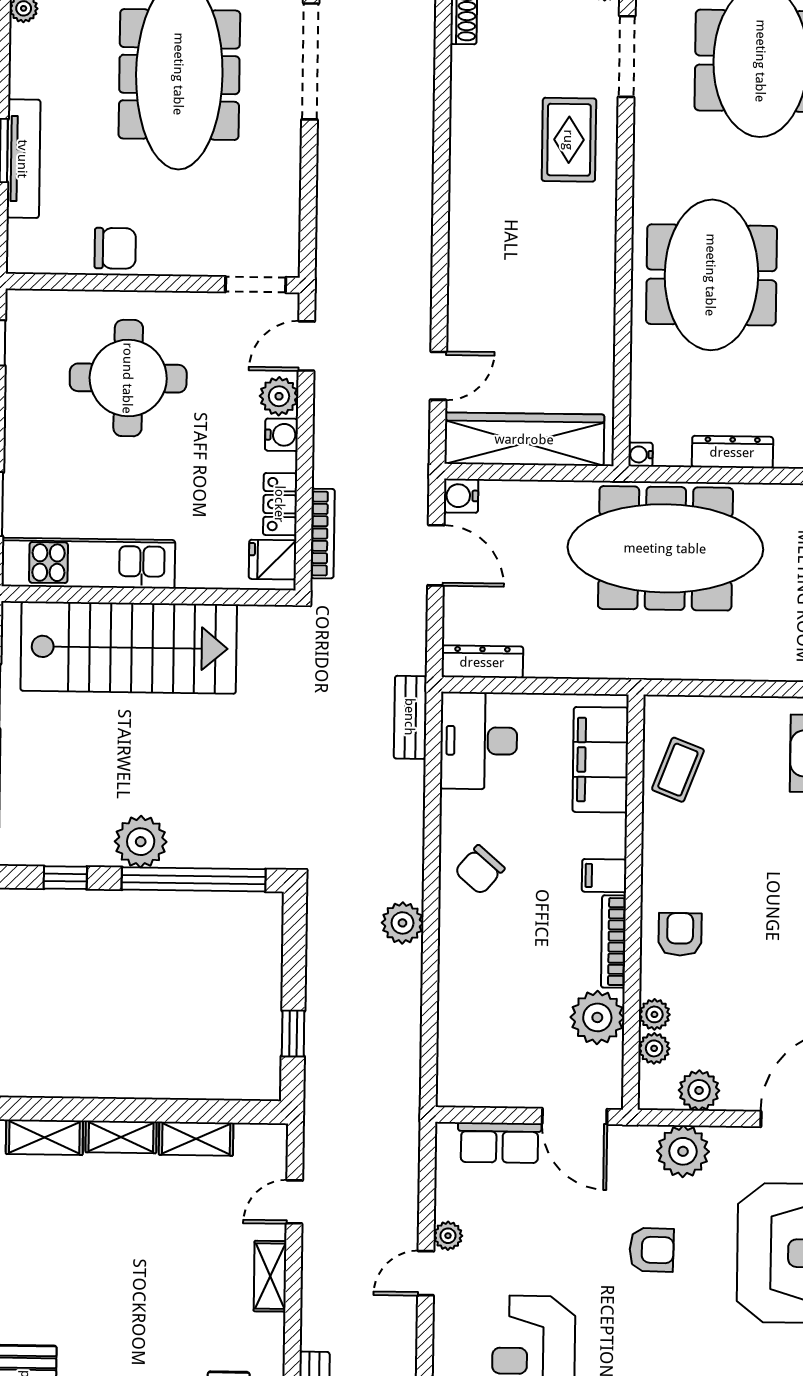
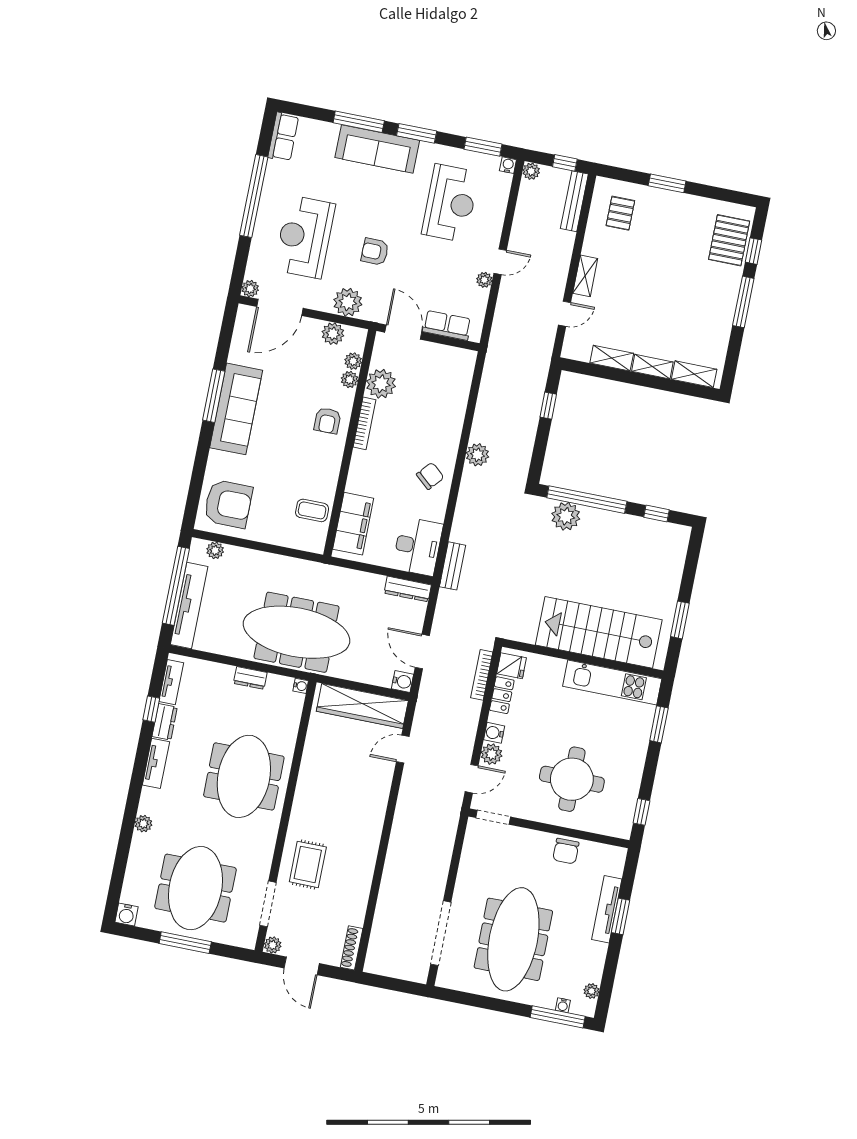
chair: (115, 248) -> (566, 851), turned -90
dresser: (732, 452) -> (250, 678), width x0.70
coffee table: (678, 770) -> (312, 510), turned 69
plant: (141, 842) -> (566, 516), moved
filing cabinet: (604, 876) -> (363, 460), removed

